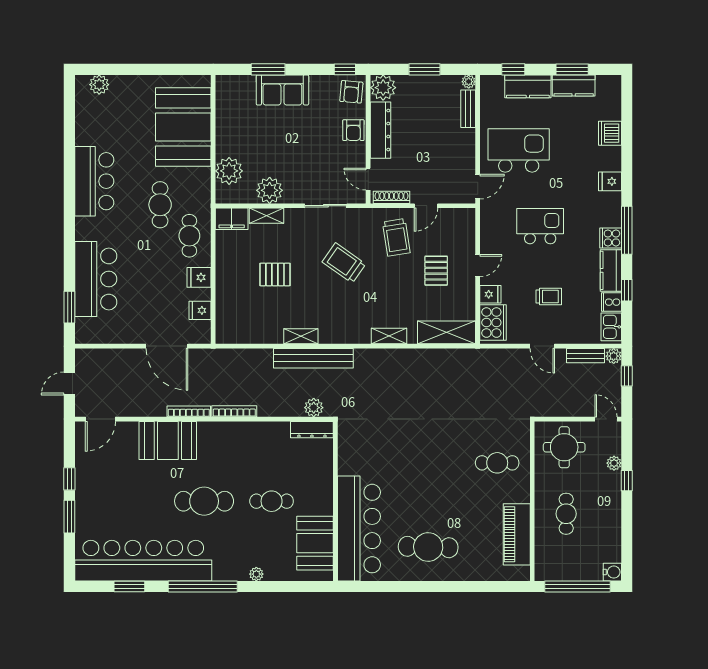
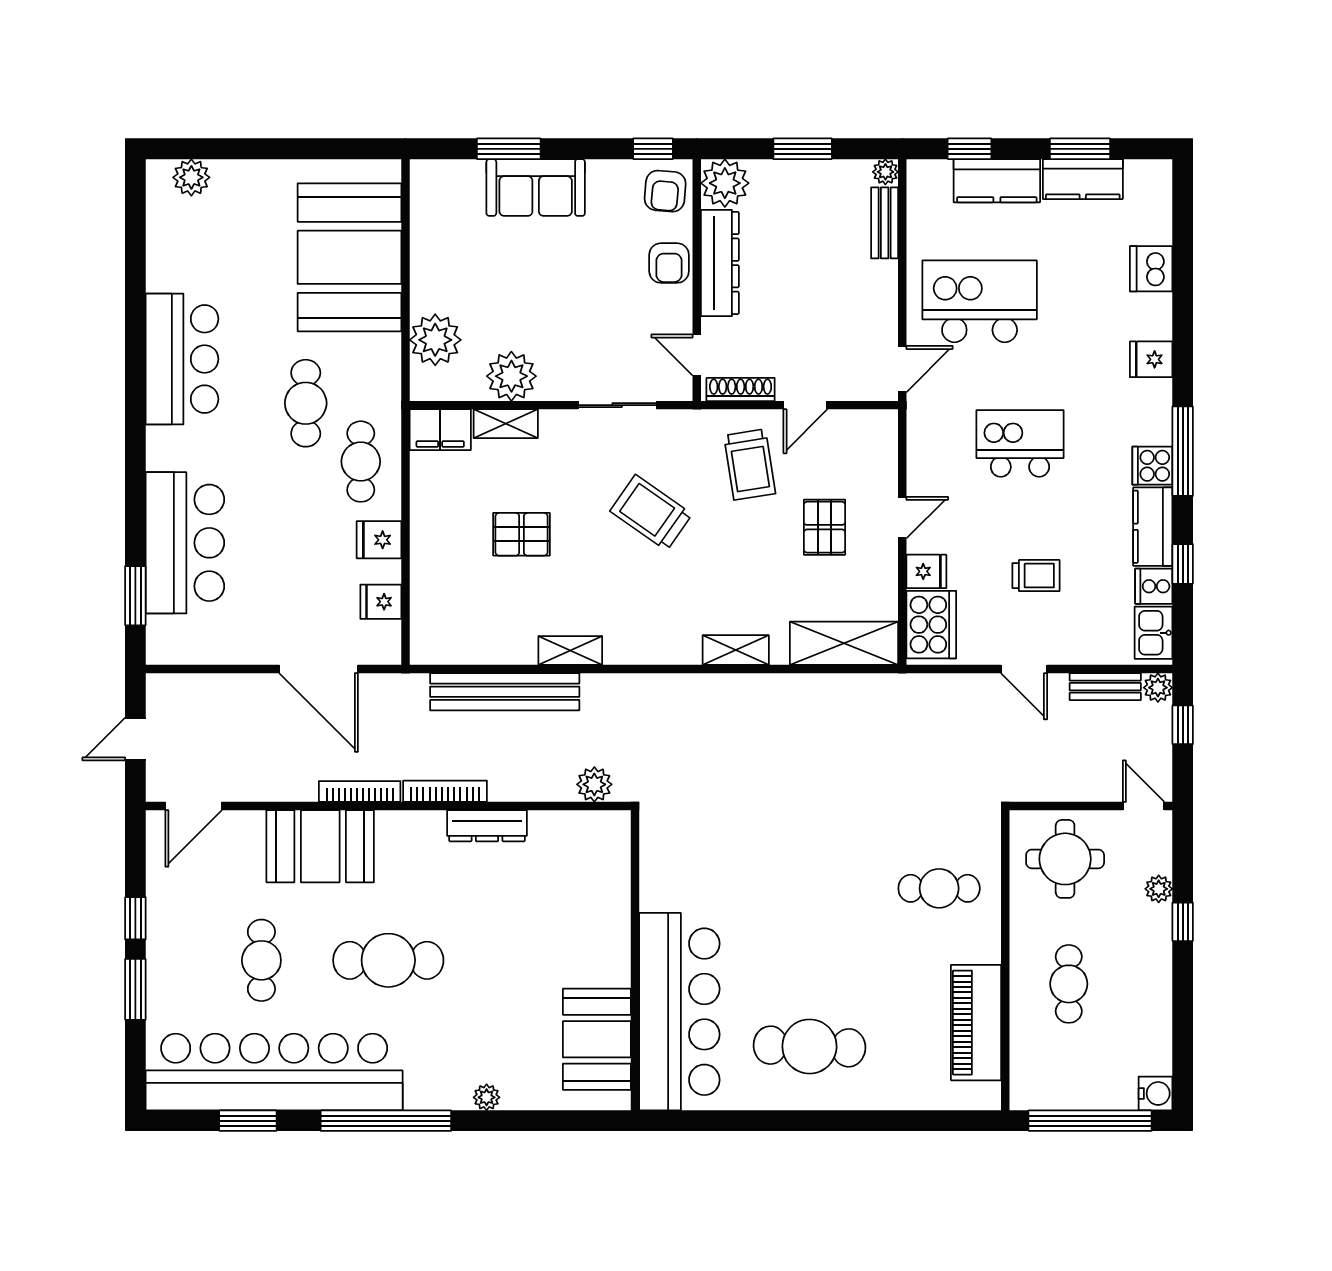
bench: (313, 358) -> (505, 692), moved
dresser: (312, 430) -> (487, 826), moved
cafe table: (272, 501) -> (261, 960), moved, turned 90

